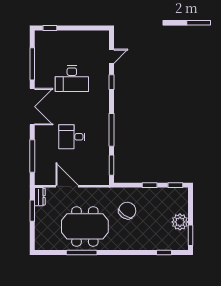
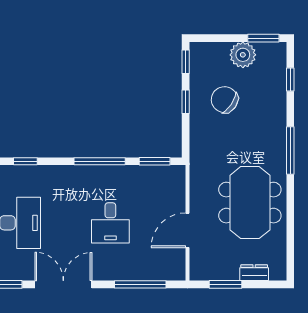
dresser: (40, 197) -> (254, 273), moved
chair: (127, 211) -> (225, 100), moved
window: (82, 252) -> (290, 150), moved

